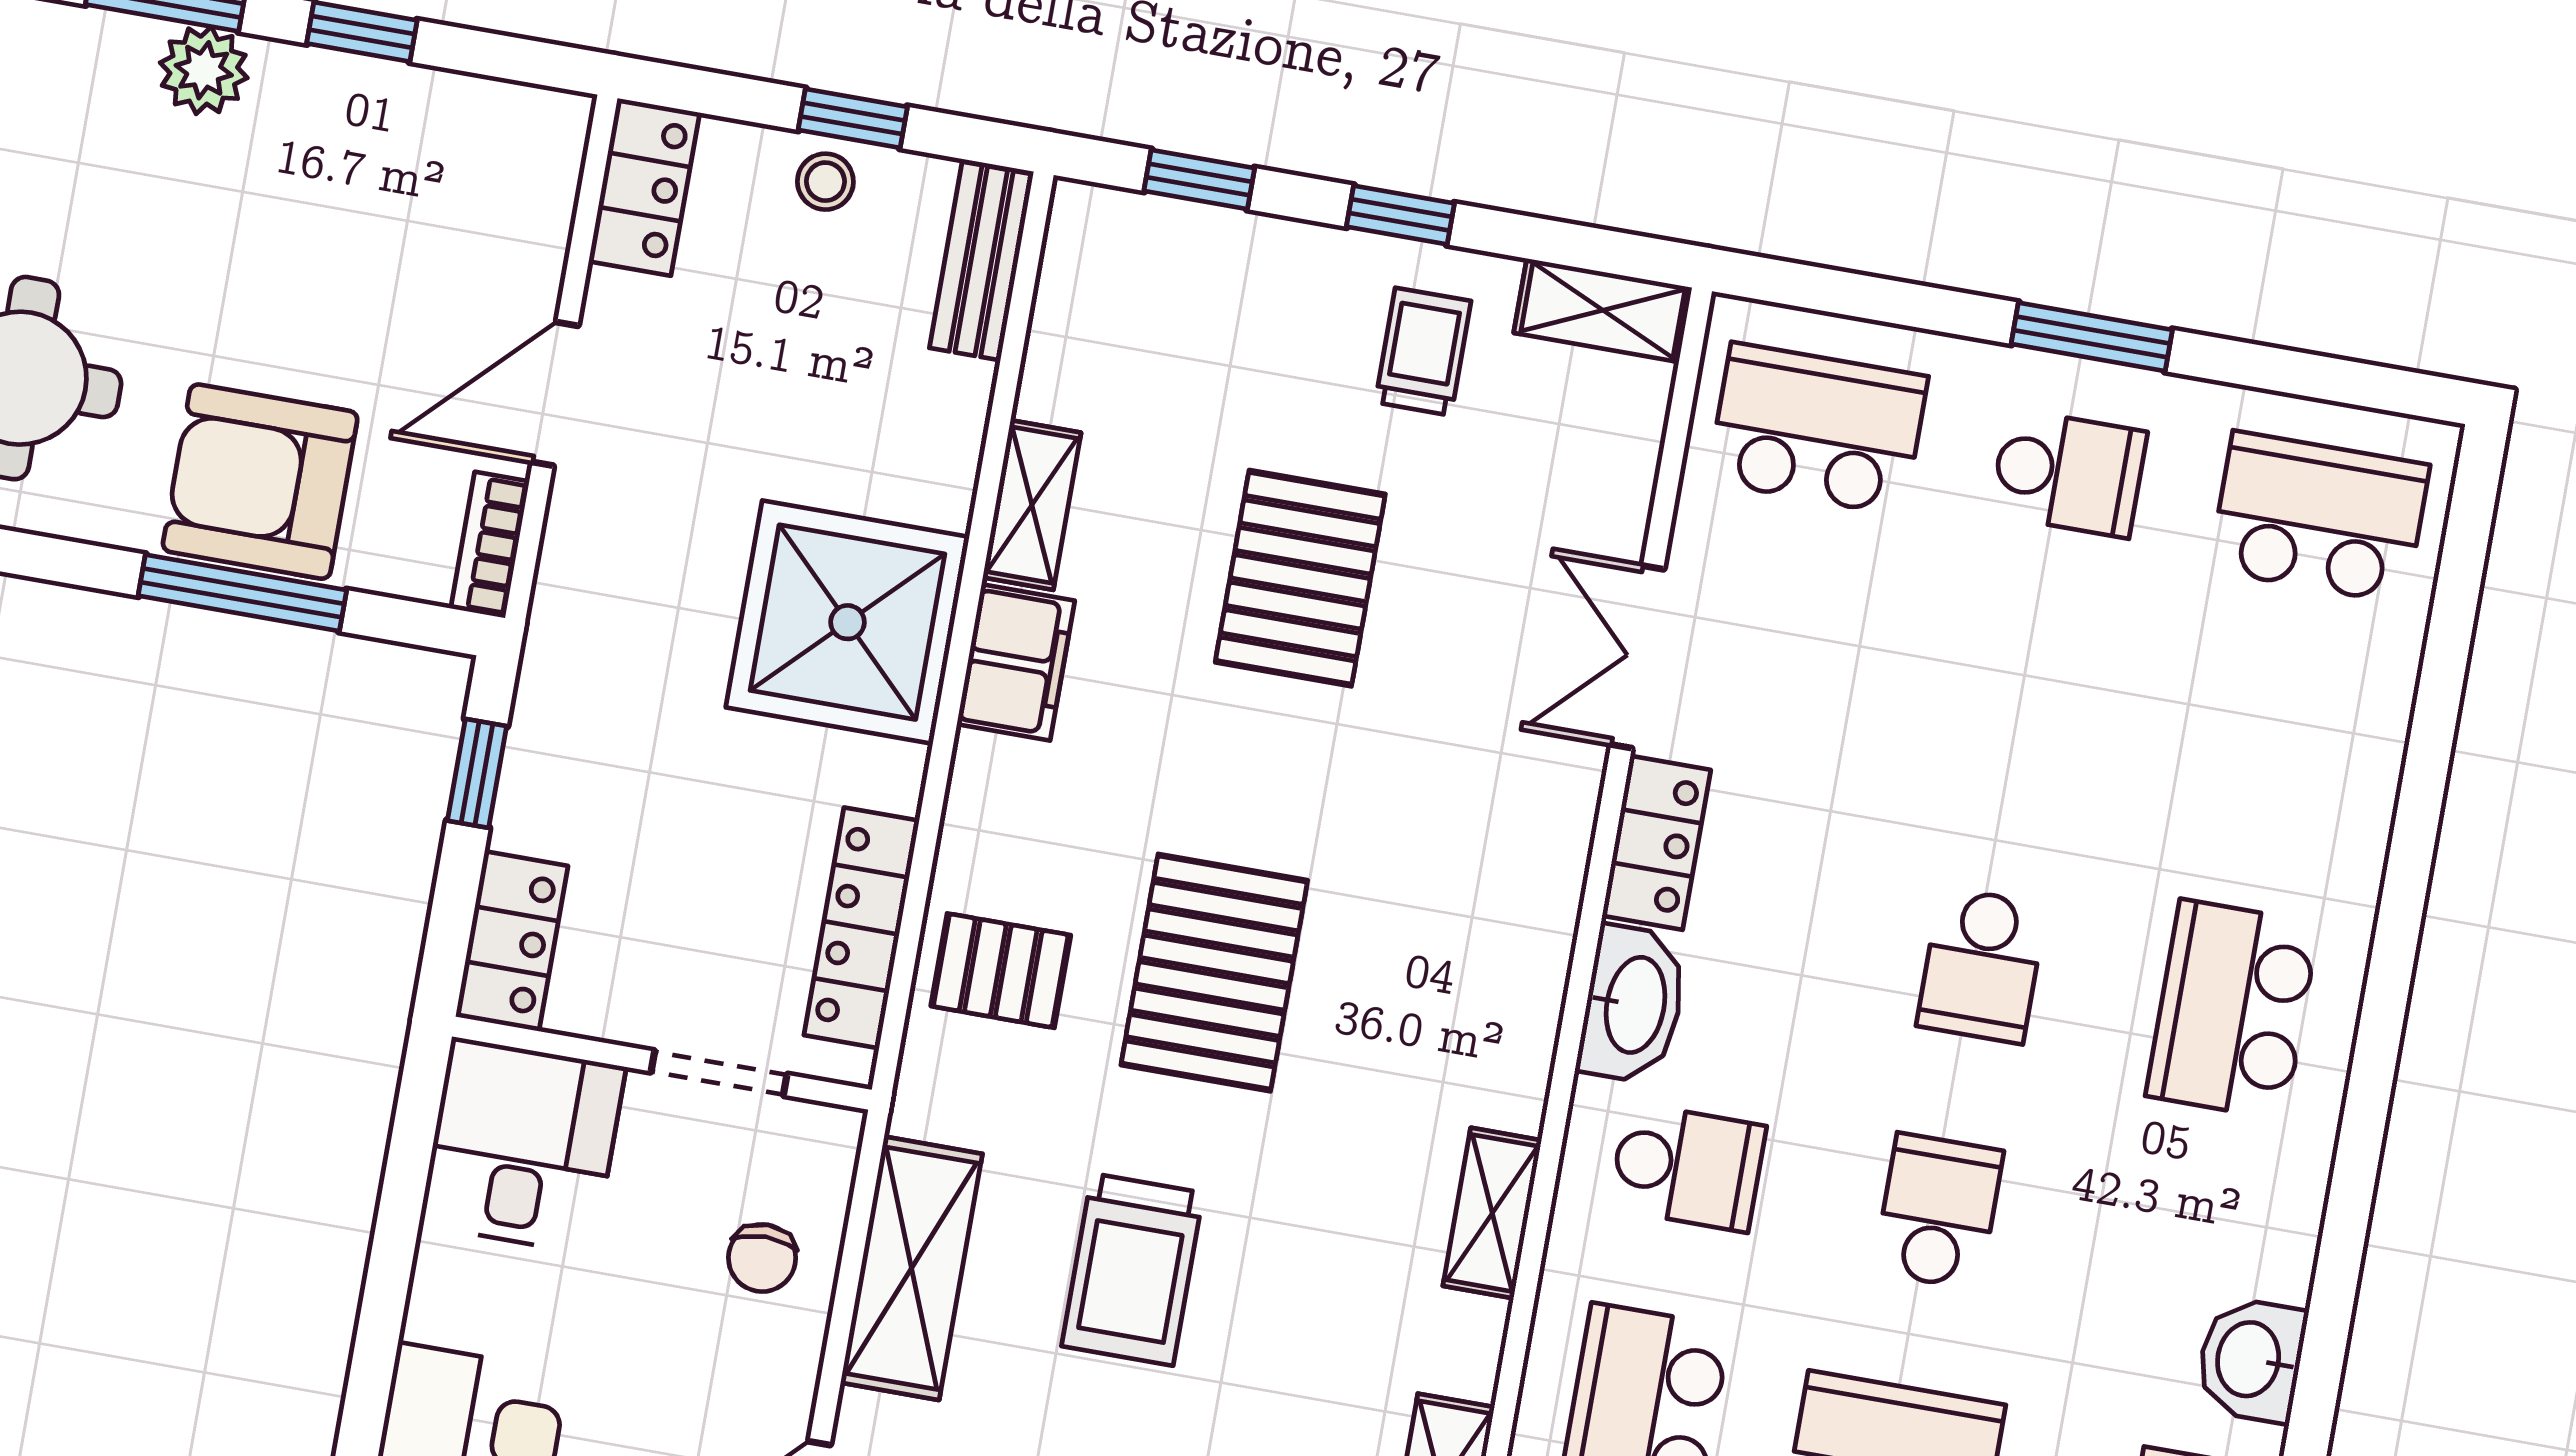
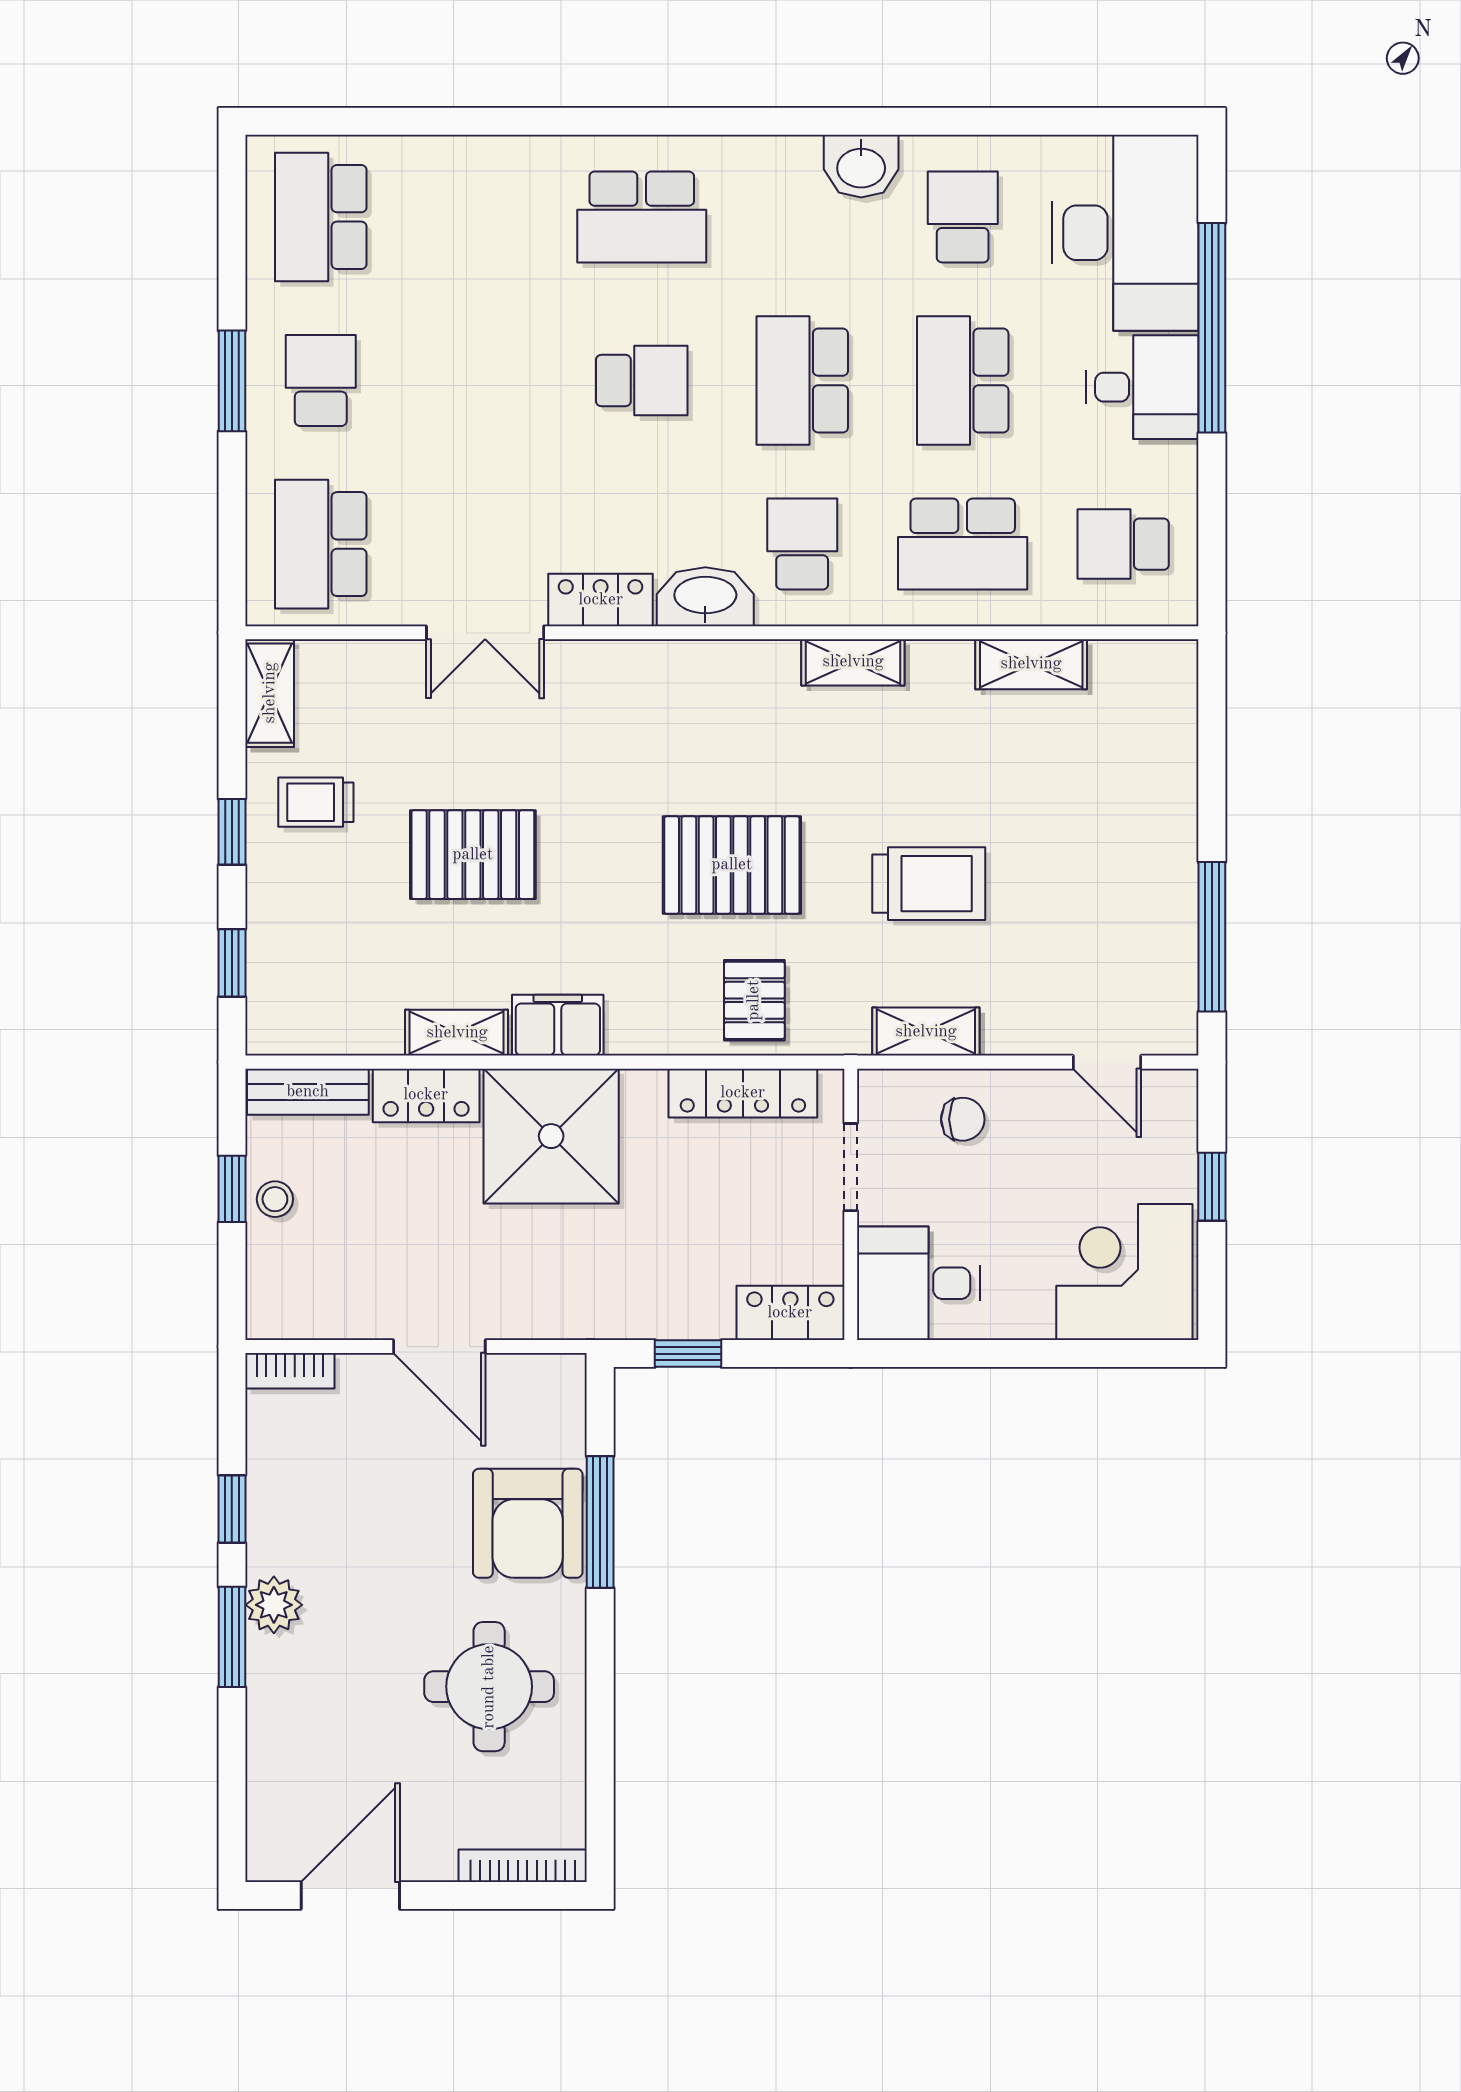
locker: (644, 187) -> (426, 1095), moved, turned 180
bookcase: (490, 545) -> (290, 1371), moved
school desk: (1938, 1211) -> (802, 381), width x1.85
shelving: (912, 1268) -> (926, 1032), width x0.67, depth x0.75

